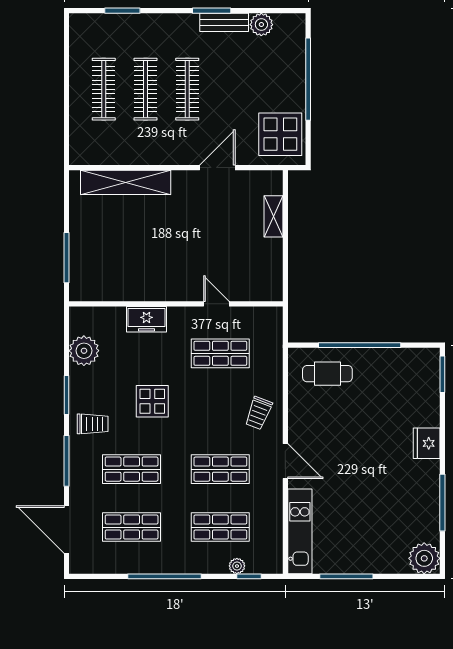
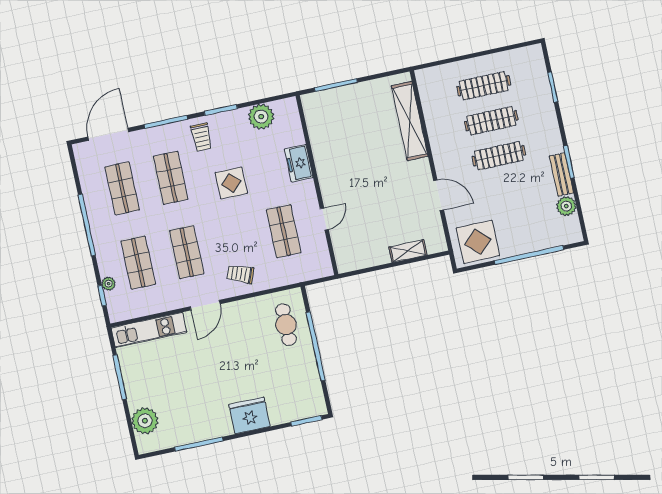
fridge: (427, 443) -> (249, 415), width x1.36, depth x1.34
plant: (424, 558) -> (145, 421), moved

